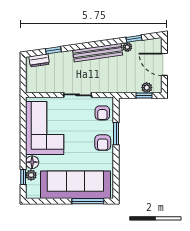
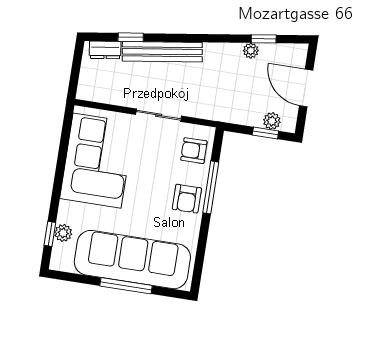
bench: (98, 53) -> (162, 52), moved
armchair: (102, 113) -> (194, 151), turned 90
window: (116, 134) -> (211, 187), width x1.44
floor lamp: (32, 162) -> (68, 212), removed
window: (88, 201) -> (126, 286), moved

